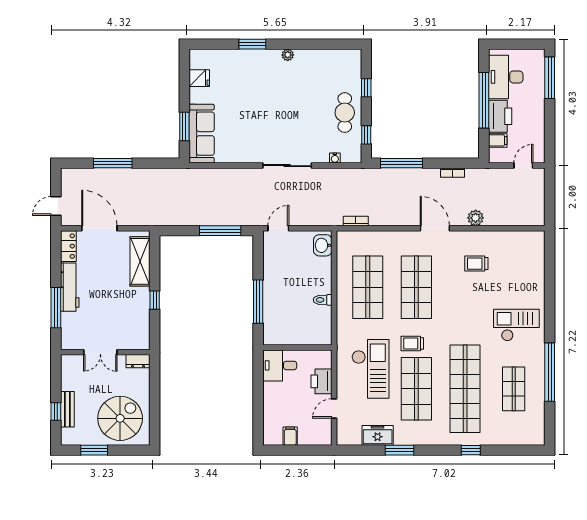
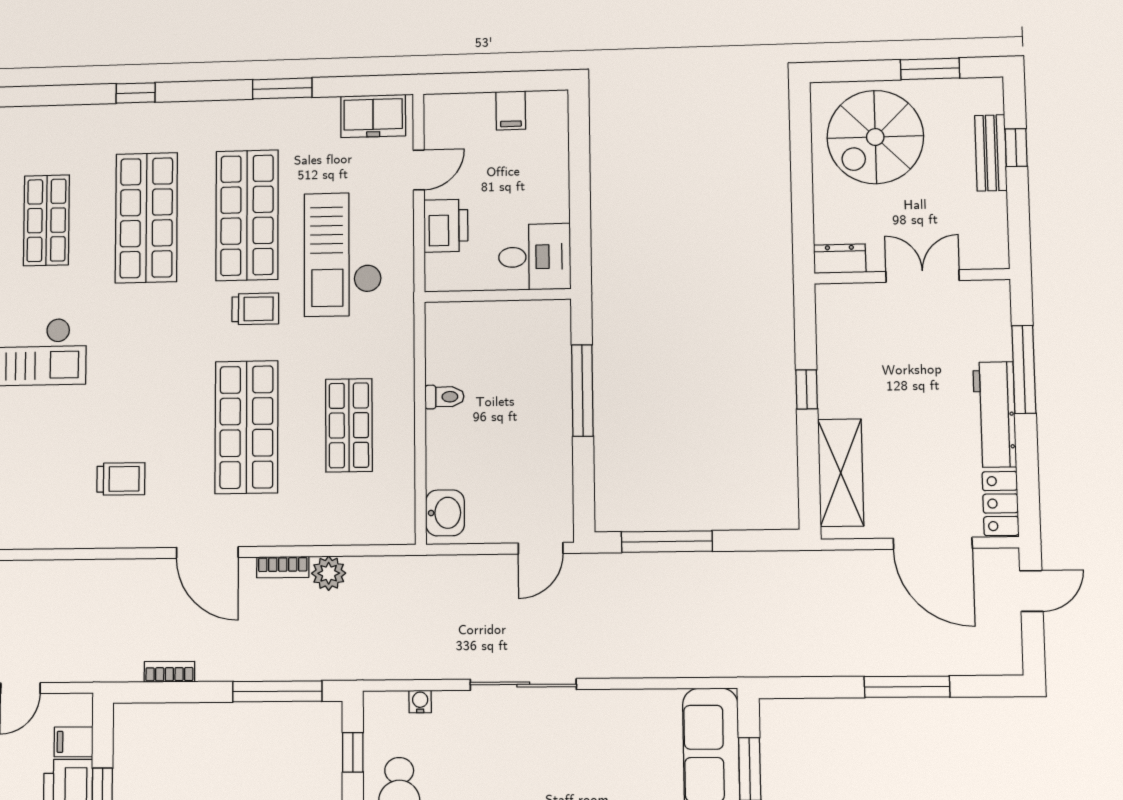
plant: (476, 218) -> (329, 573), moved
bookcase: (356, 221) -> (283, 567), moved
shop shelf: (368, 287) -> (349, 425), width x0.70, depth x0.74
shop shelf: (465, 389) -> (146, 218), width x0.71
freezer: (378, 435) -> (373, 116), moved

